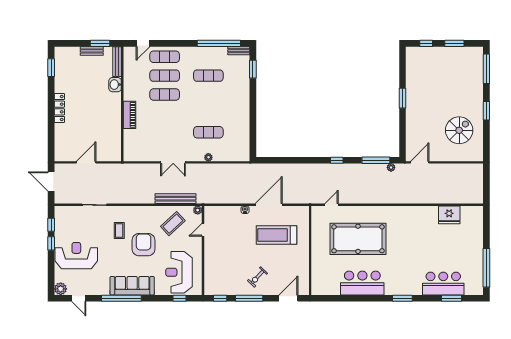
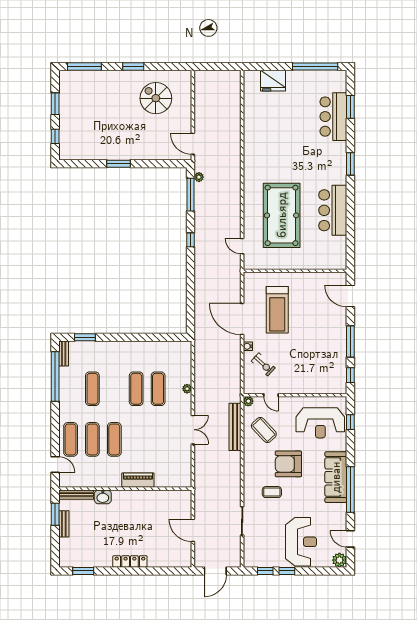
exercise mat: (208, 113) -> (136, 389), added
fridge: (449, 215) -> (273, 81), moved, turned 90
reception desk: (76, 256) -> (301, 542), turned 180
exercise bike: (258, 277) -> (263, 364), moved
door: (79, 298) -> (350, 539), swing flipped

